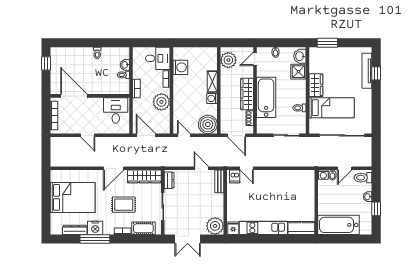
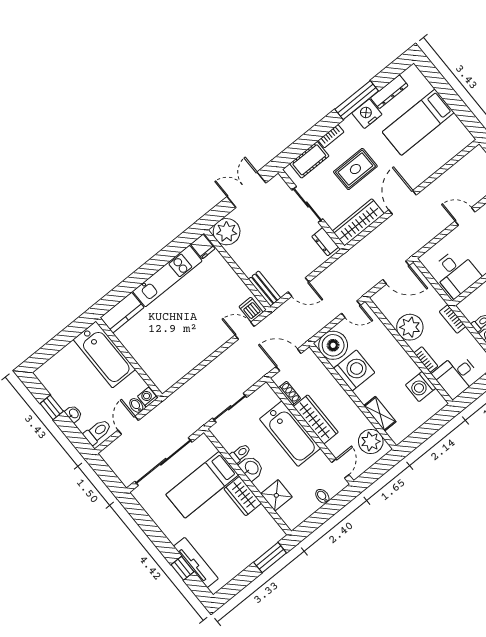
washbasin: (300, 56) -> (251, 468), moved
shelving: (212, 82) -> (380, 414), moved
washing machine: (212, 98) -> (354, 370), width x1.89, depth x1.89
bed: (73, 197) -> (418, 122), width x0.67
bathtub: (339, 225) -> (104, 355), moved, turned 90

